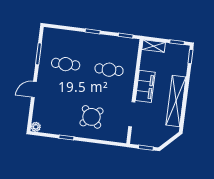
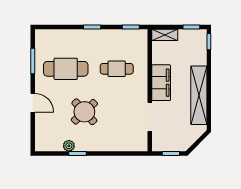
cafe table: (66, 64) -> (66, 69), width x1.37, depth x1.35
door: (34, 89) -> (33, 103), swing flipped
round table: (91, 117) -> (84, 112), moved
plant: (36, 127) -> (69, 146), moved

